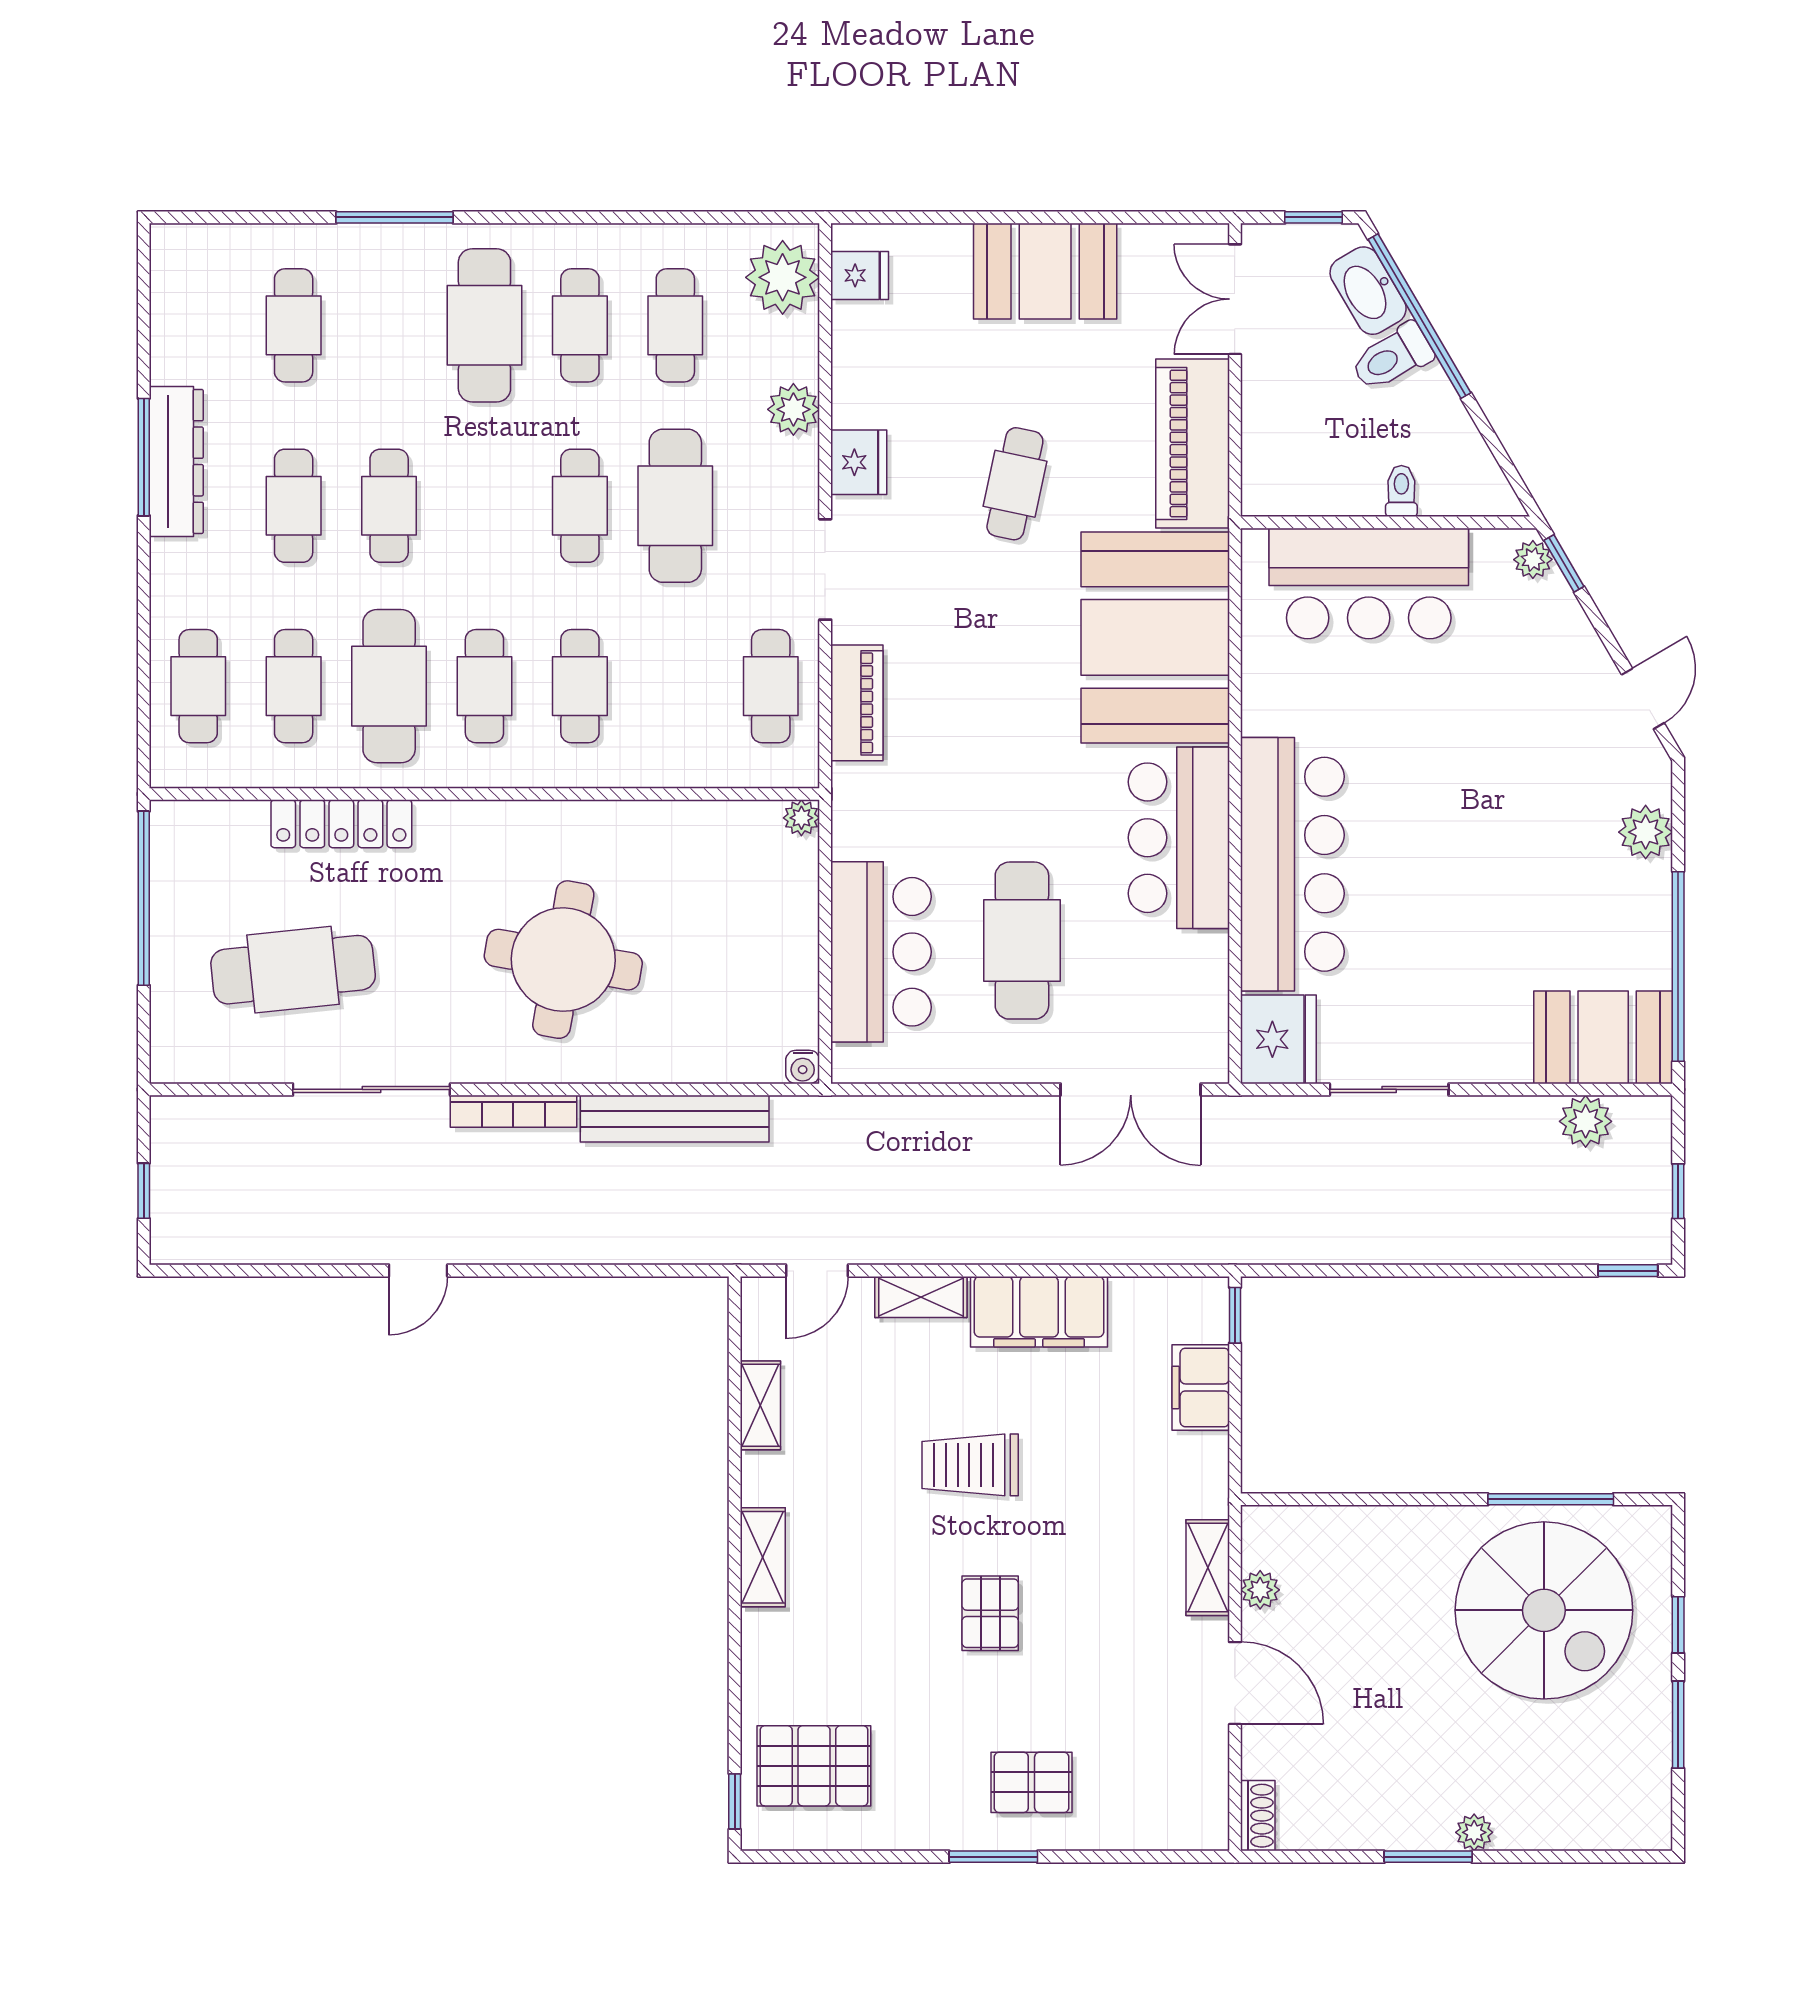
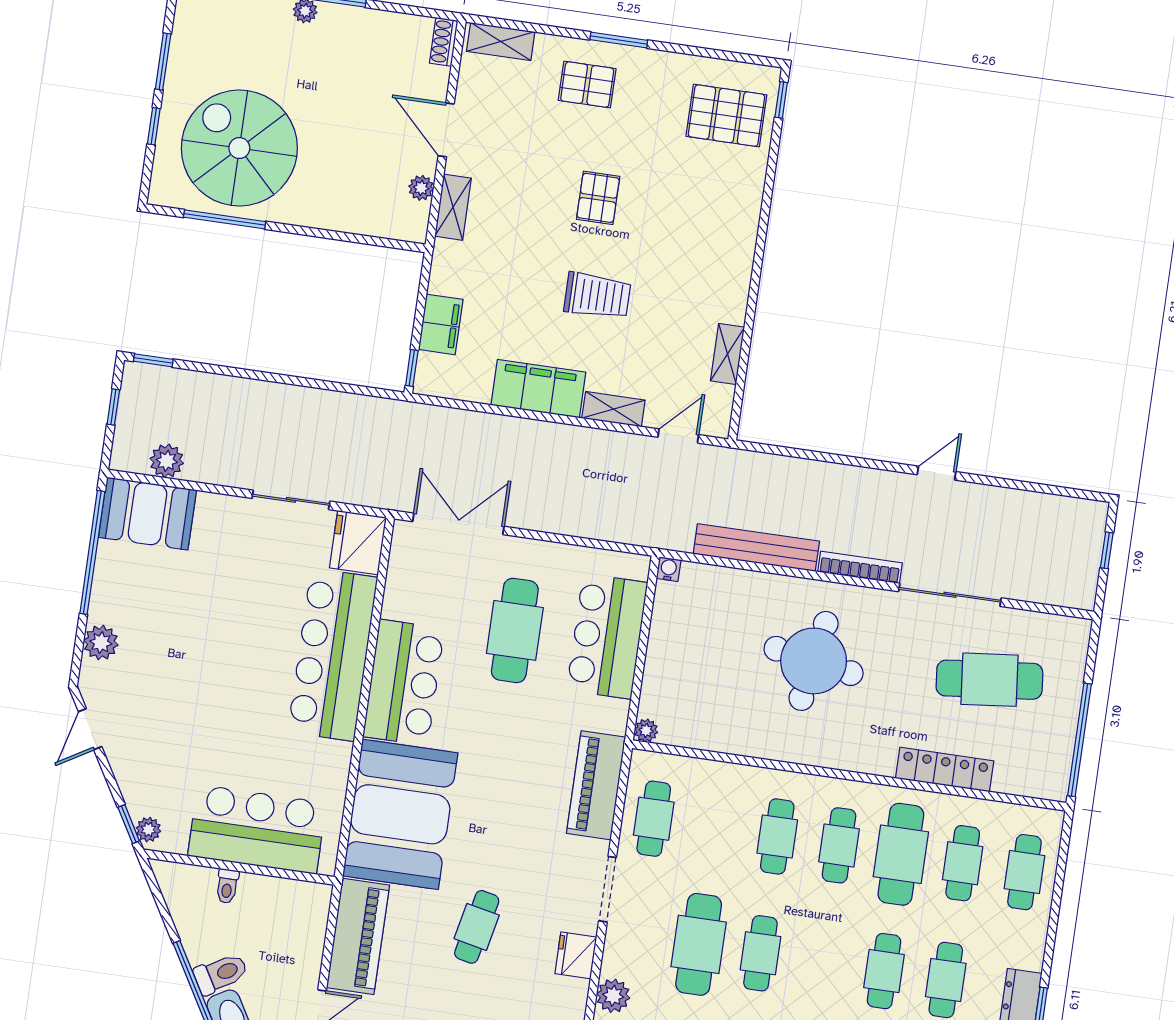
piano: (857, 703) -> (596, 785), width x1.37, depth x1.33
shelving: (763, 1557) -> (501, 42), moved, turned 90

